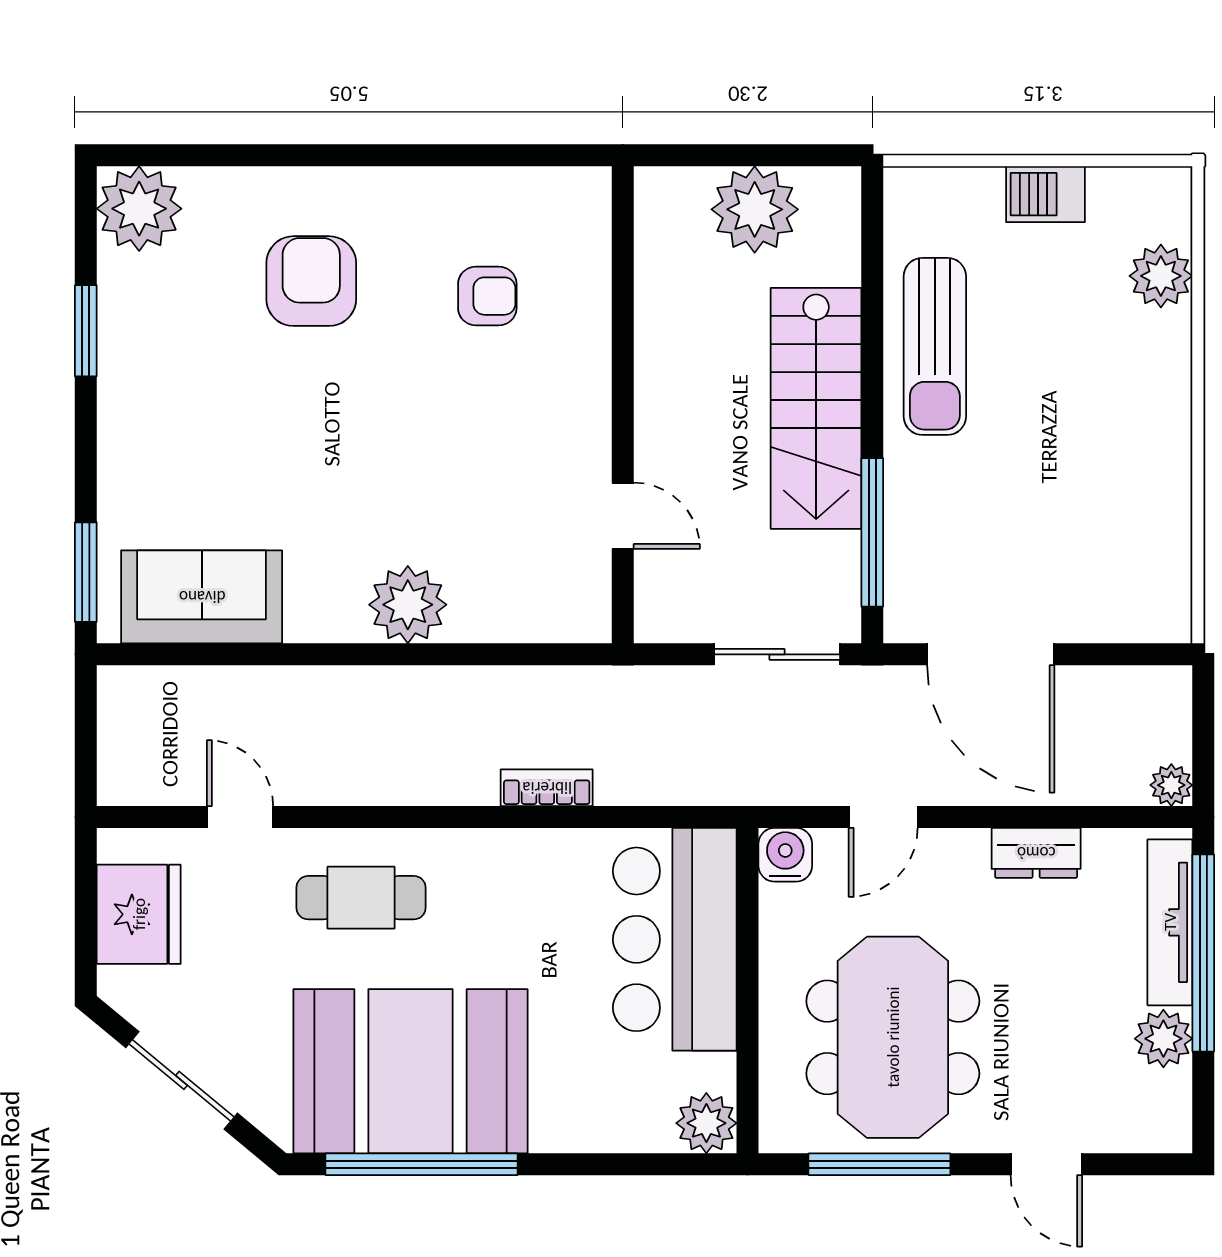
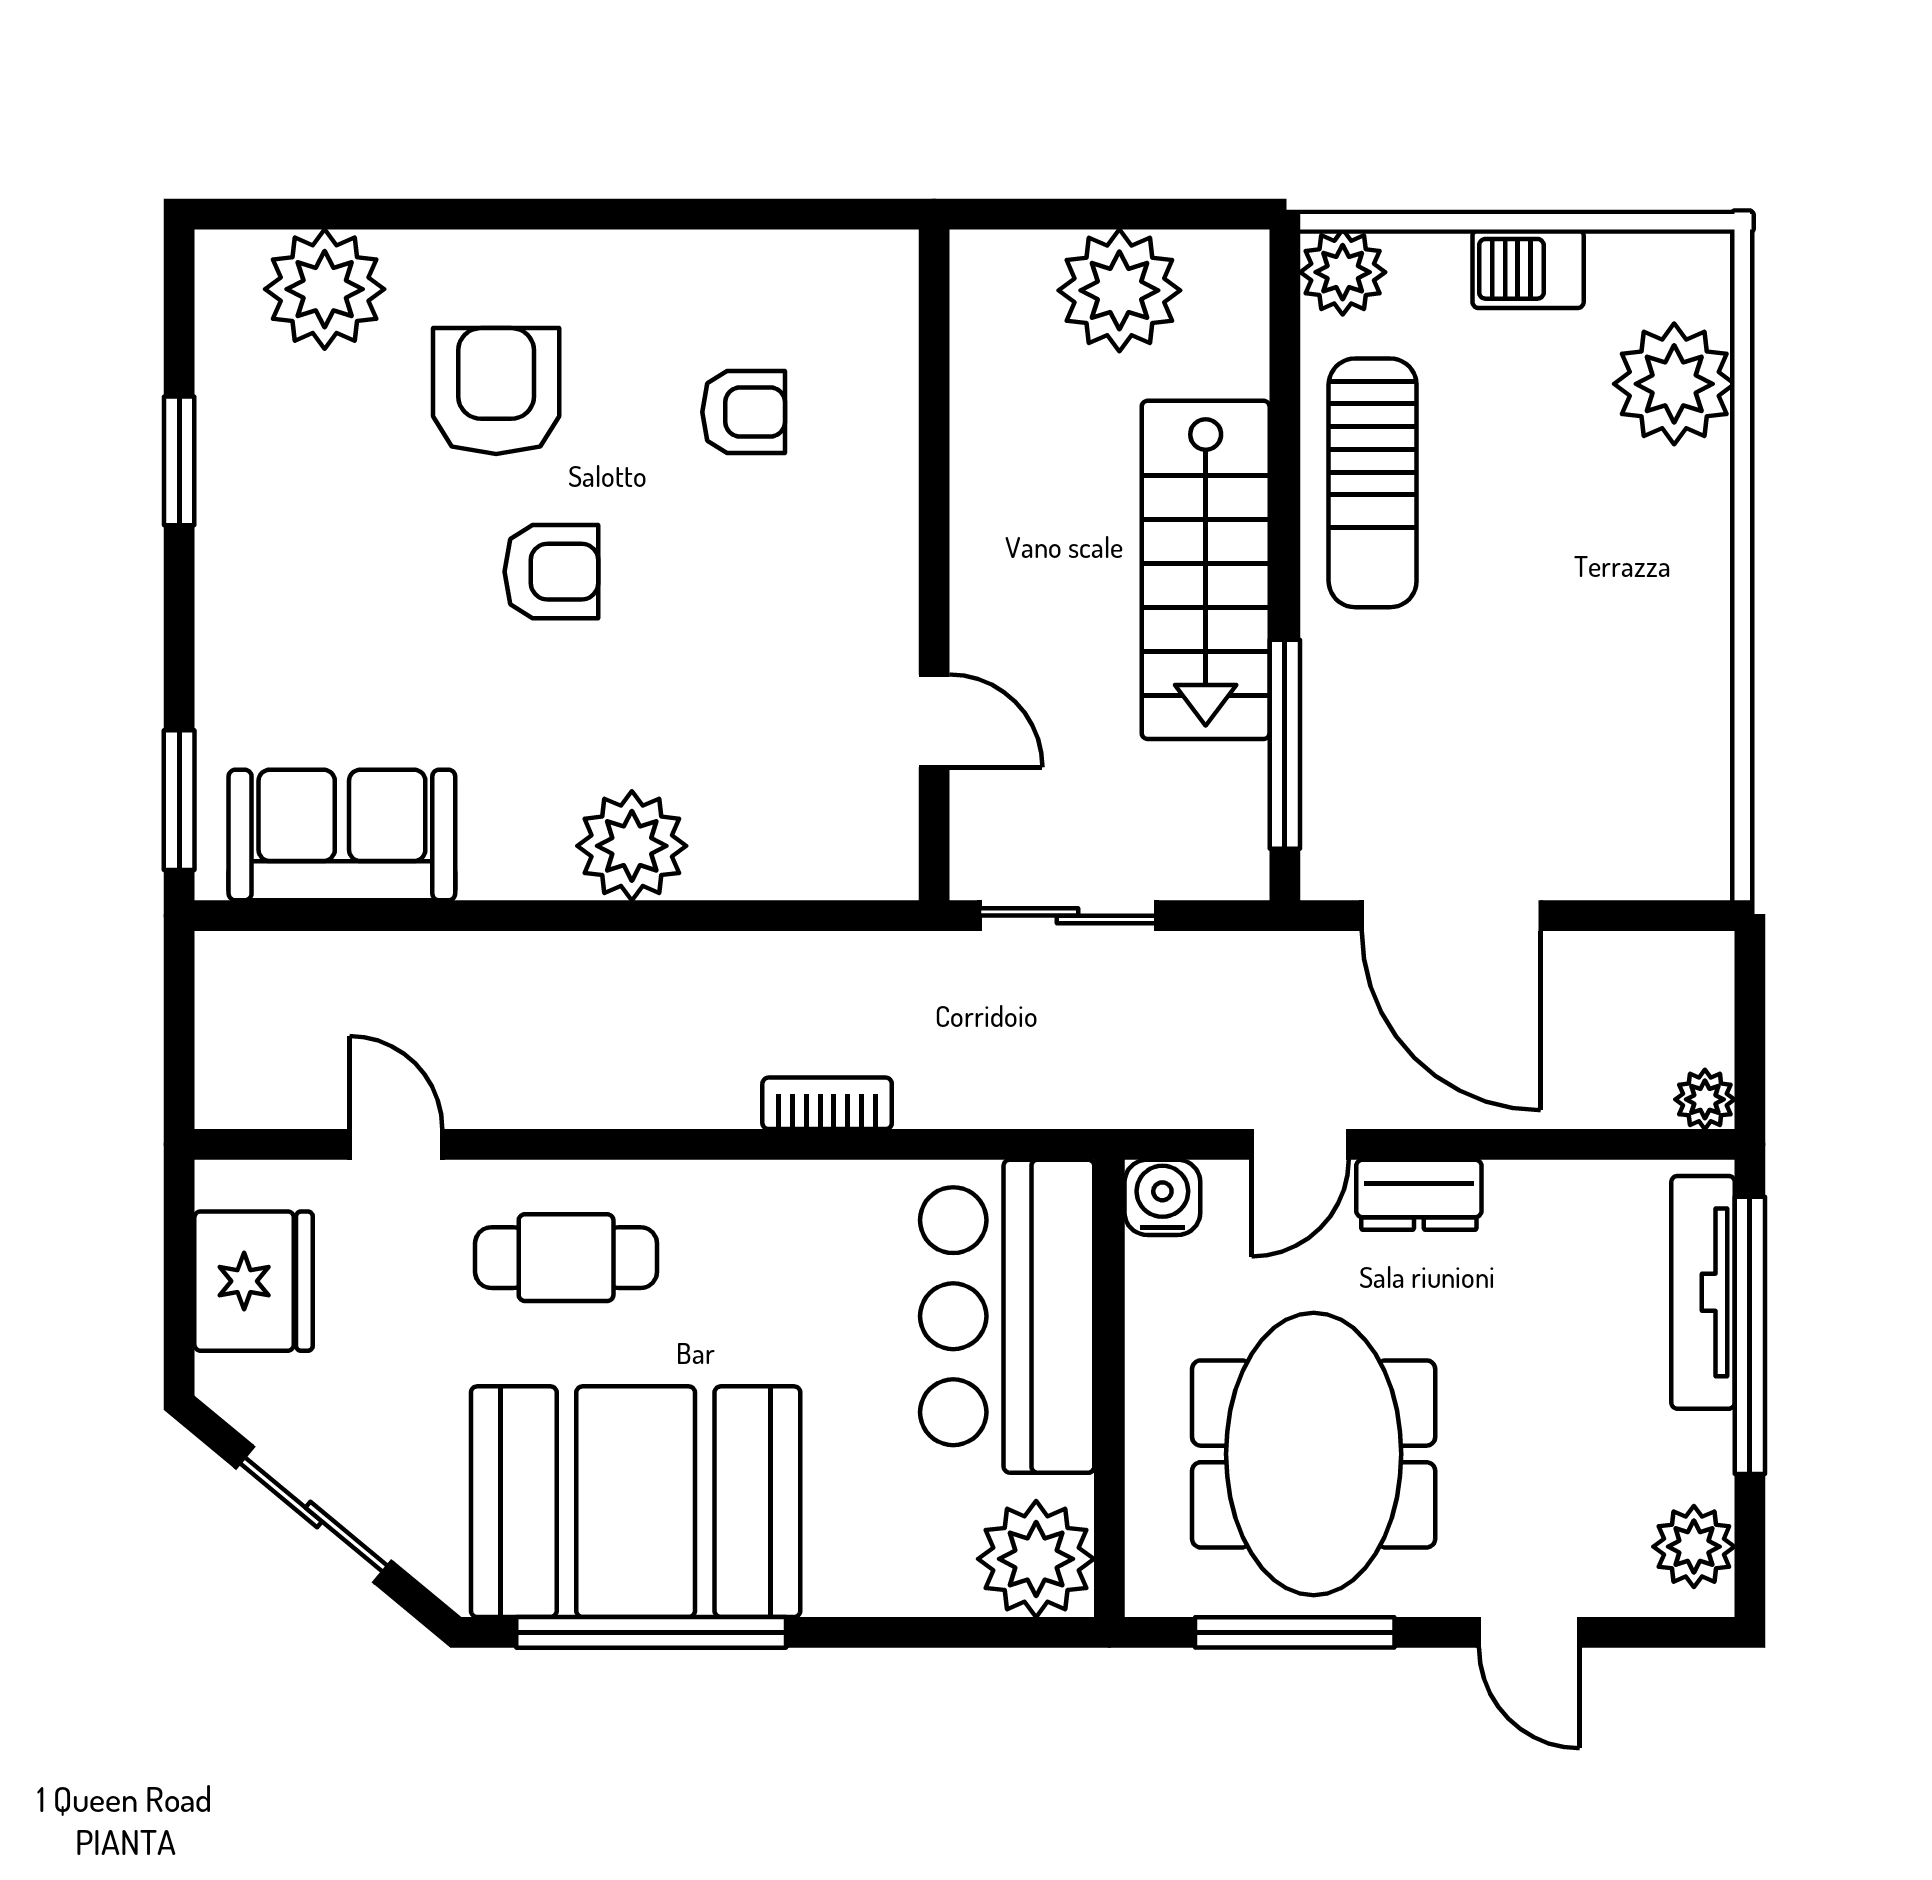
plant: (914, 196) -> (1343, 272), added
plant: (139, 209) -> (325, 289), moved
plant: (1161, 276) -> (1674, 384), width x1.36, depth x1.36
armchair: (351, 410) -> (551, 572), added
sliding door: (777, 654) -> (1068, 916), moved
dresser: (1036, 853) -> (1419, 1195), moved
plant: (1163, 1039) -> (1694, 1547), moved
plant: (706, 1123) -> (1036, 1559), width x1.36, depth x1.36

